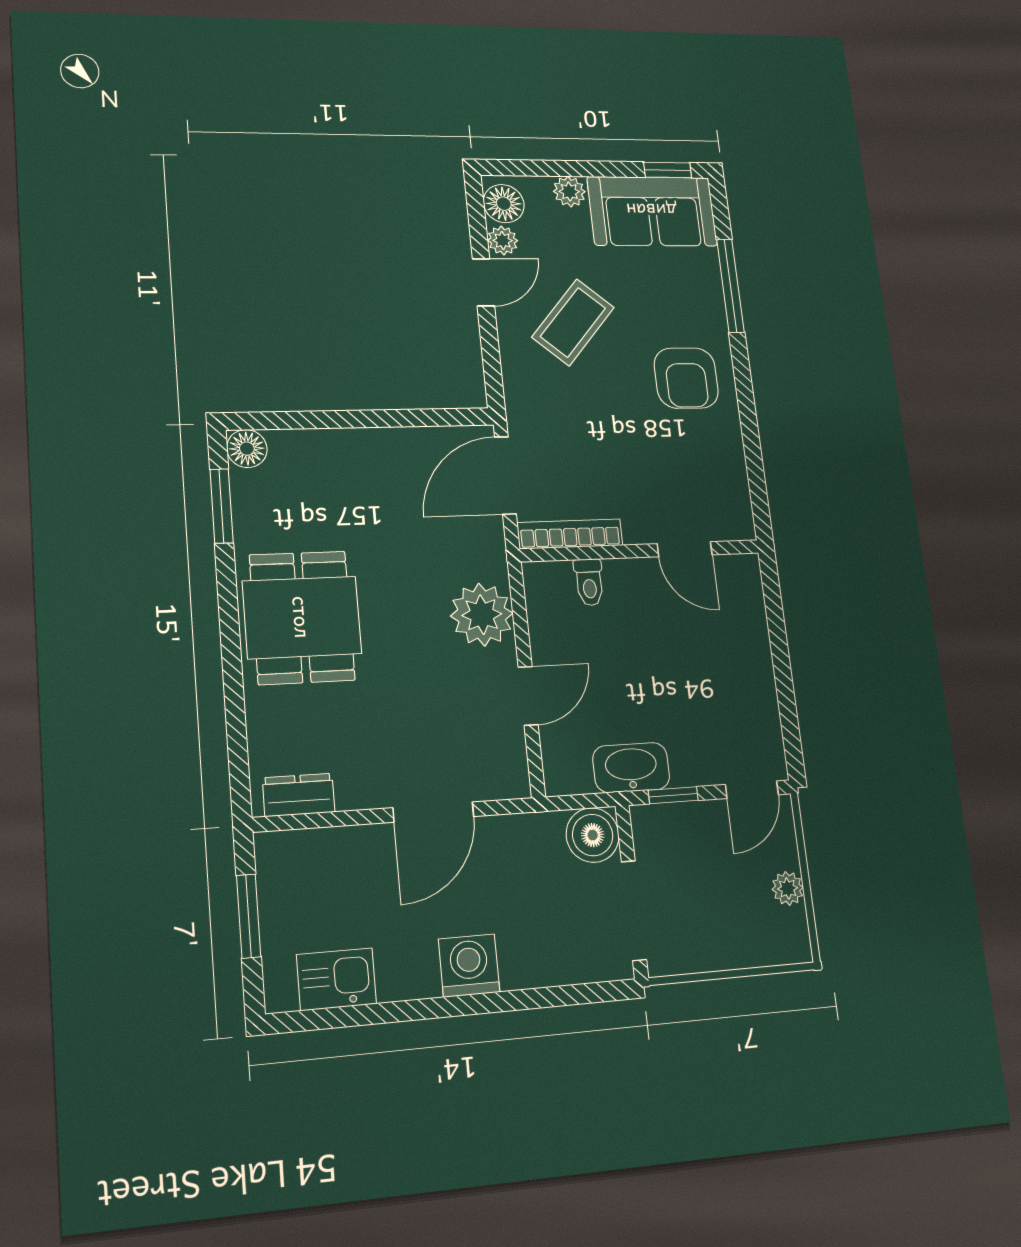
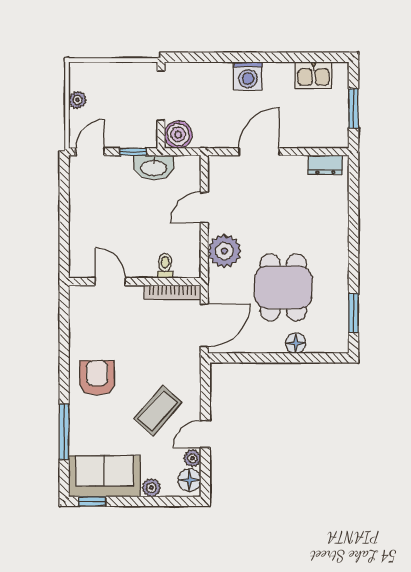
floor lamp: (247, 449) -> (296, 343), moved
dining table: (302, 617) -> (283, 287), moved

